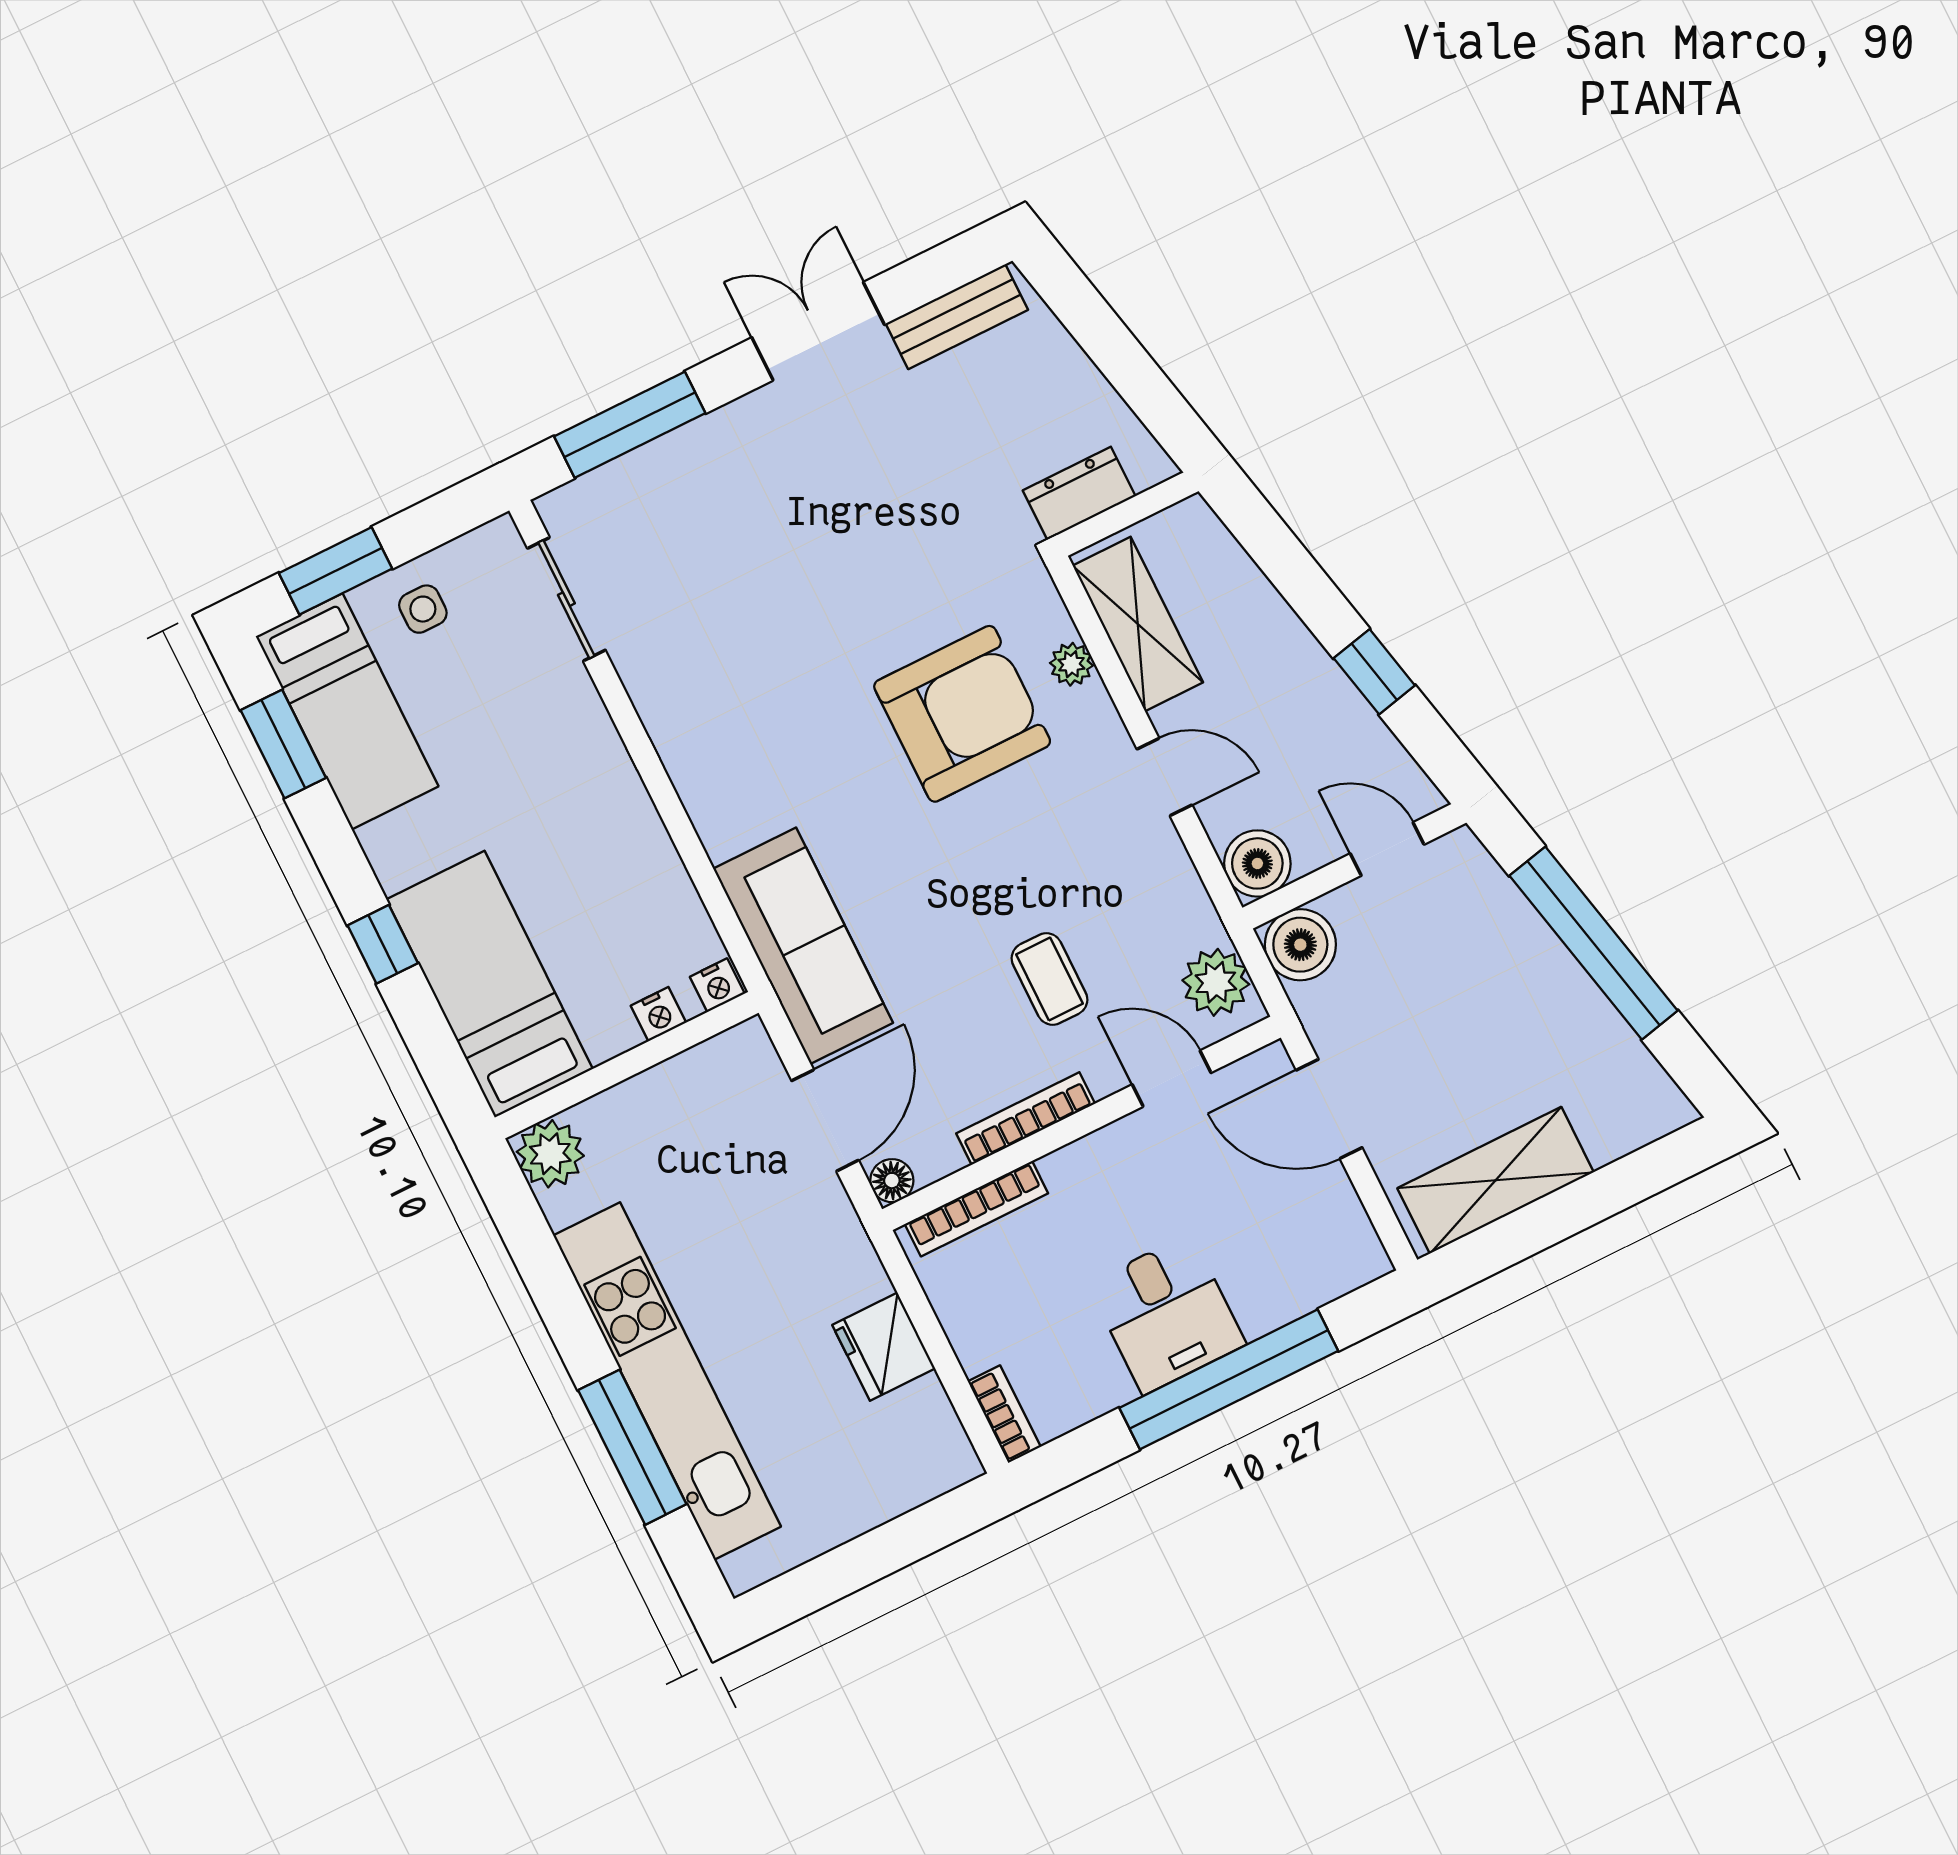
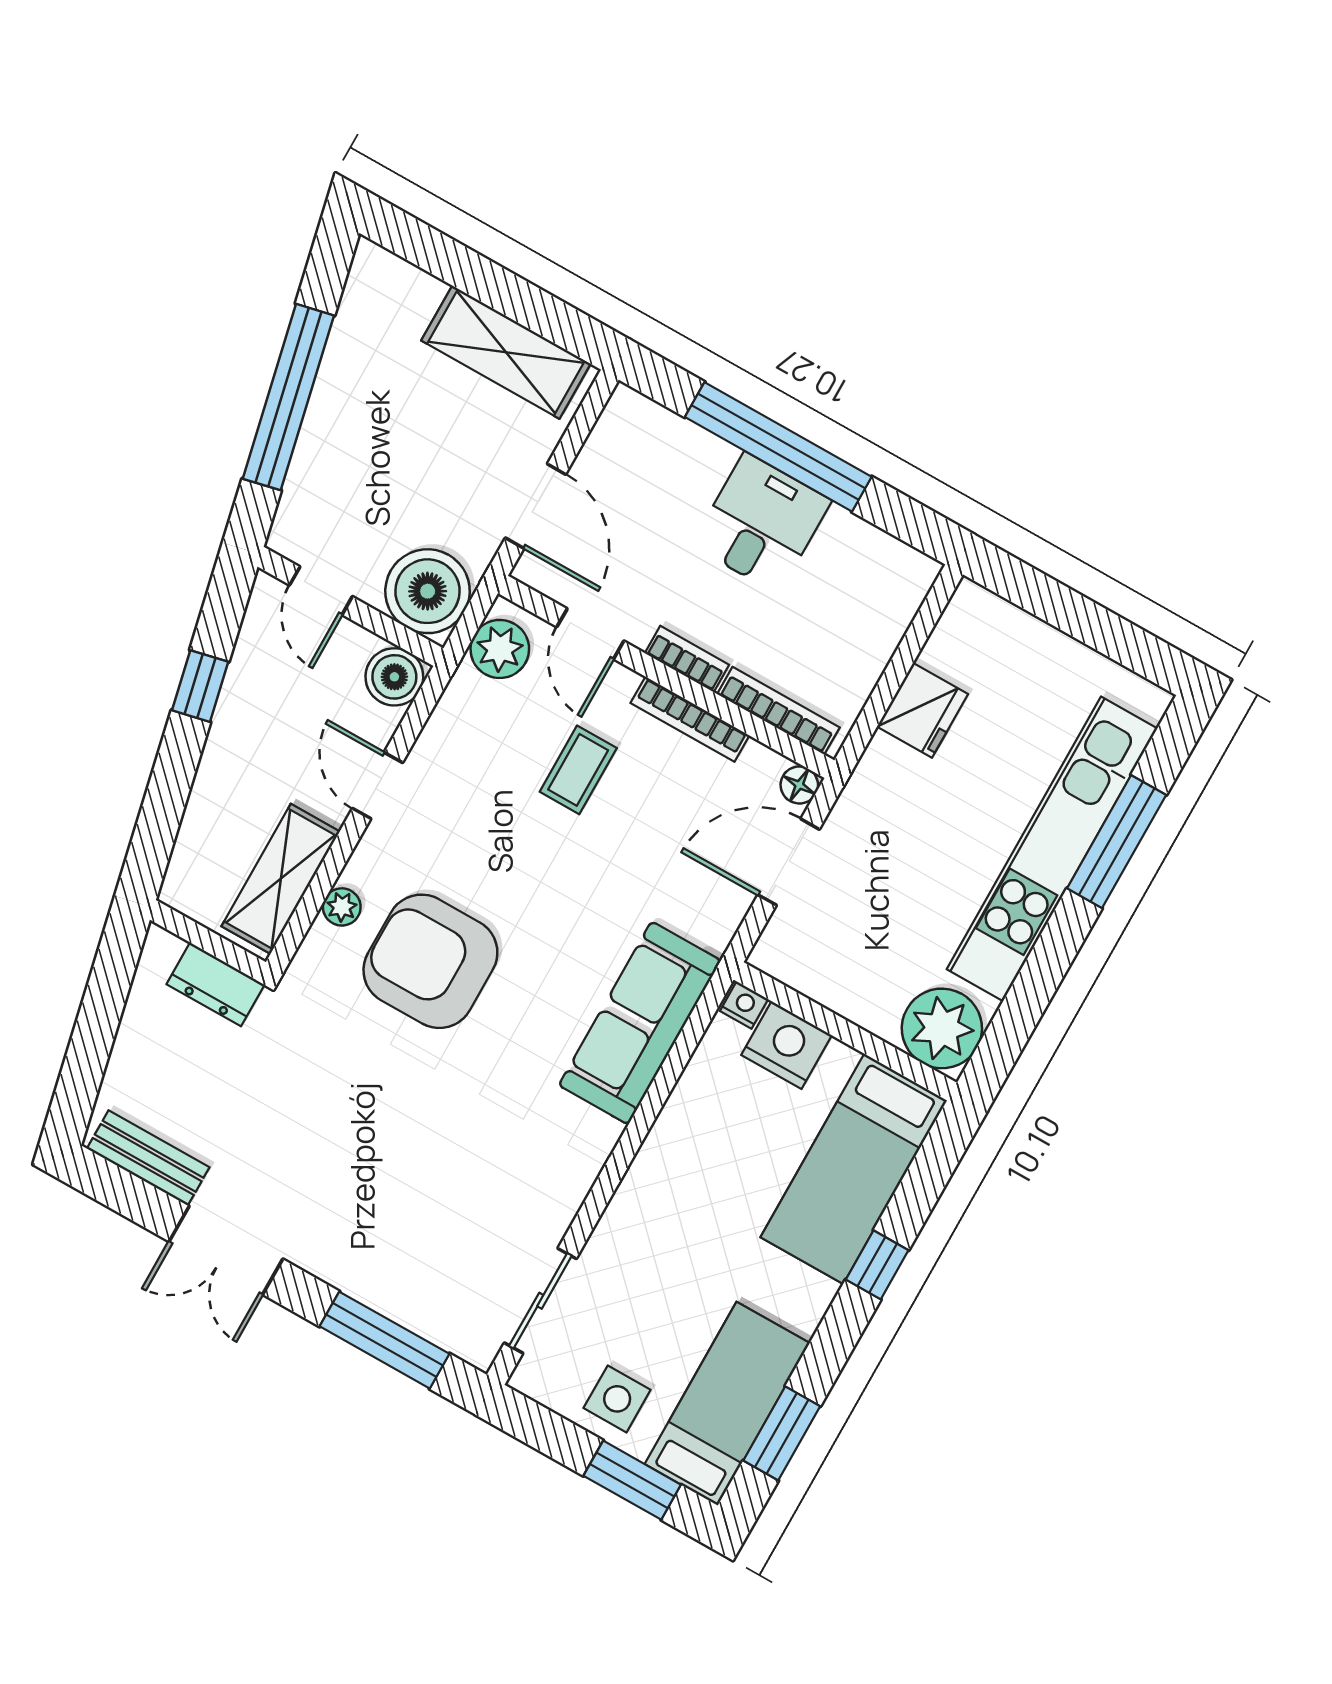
side table: (423, 609) -> (617, 1399), width x1.37, depth x1.37
boiler: (1300, 945) -> (428, 591), width x1.37, depth x1.37
sofa: (803, 946) -> (640, 1023), moved
nightstand: (658, 1014) -> (787, 1045), width x1.89, depth x1.79
plant: (550, 1154) -> (942, 1028), width x1.36, depth x1.36
bookcase: (1004, 1414) -> (687, 659), moved, turned 90

